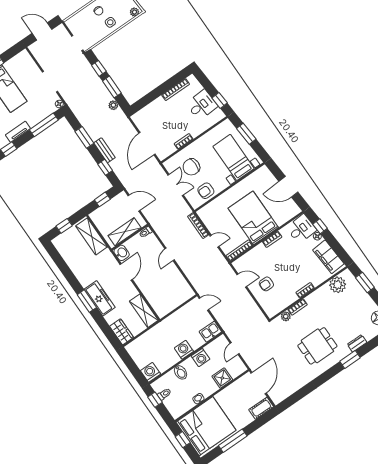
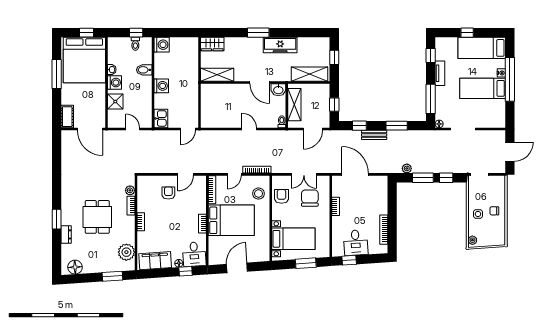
stool: (216, 211) -> (259, 194), added
freezer: (100, 298) -> (280, 45), moved
dining table: (317, 346) -> (97, 217), moved
washing machine: (201, 358) -> (114, 83), moved, turned 180

